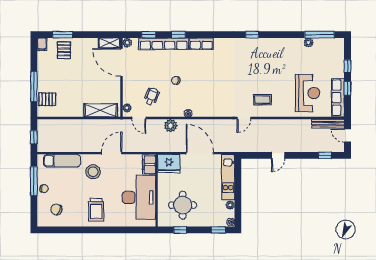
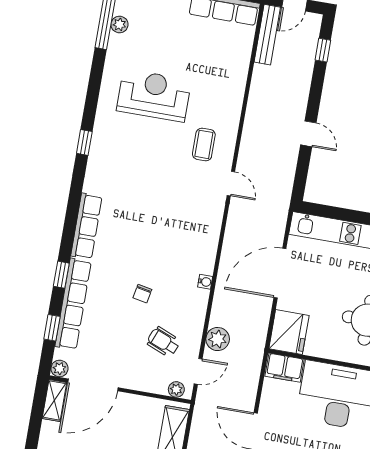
plant: (308, 43) -> (119, 25), moved
row of seats: (201, 44) -> (86, 226), width x1.48
reception desk: (308, 93) -> (154, 95), moved
plant: (171, 126) -> (218, 339), moved

